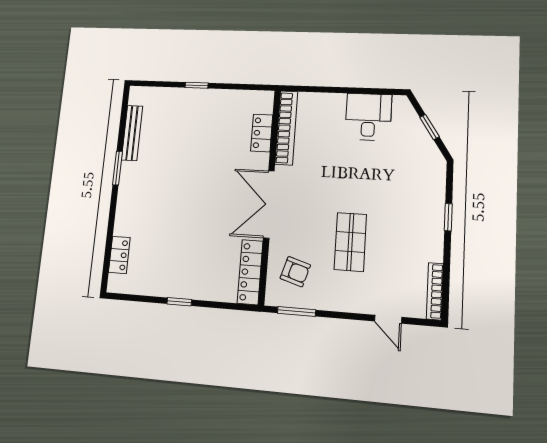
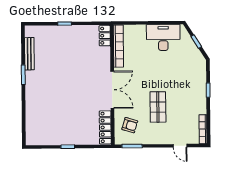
desk: (368, 117) -> (163, 37), width x1.37
locker: (262, 133) -> (105, 36), moved
double door: (269, 204) -> (112, 90), swing flipped
locker: (119, 255) -> (31, 124), removed

